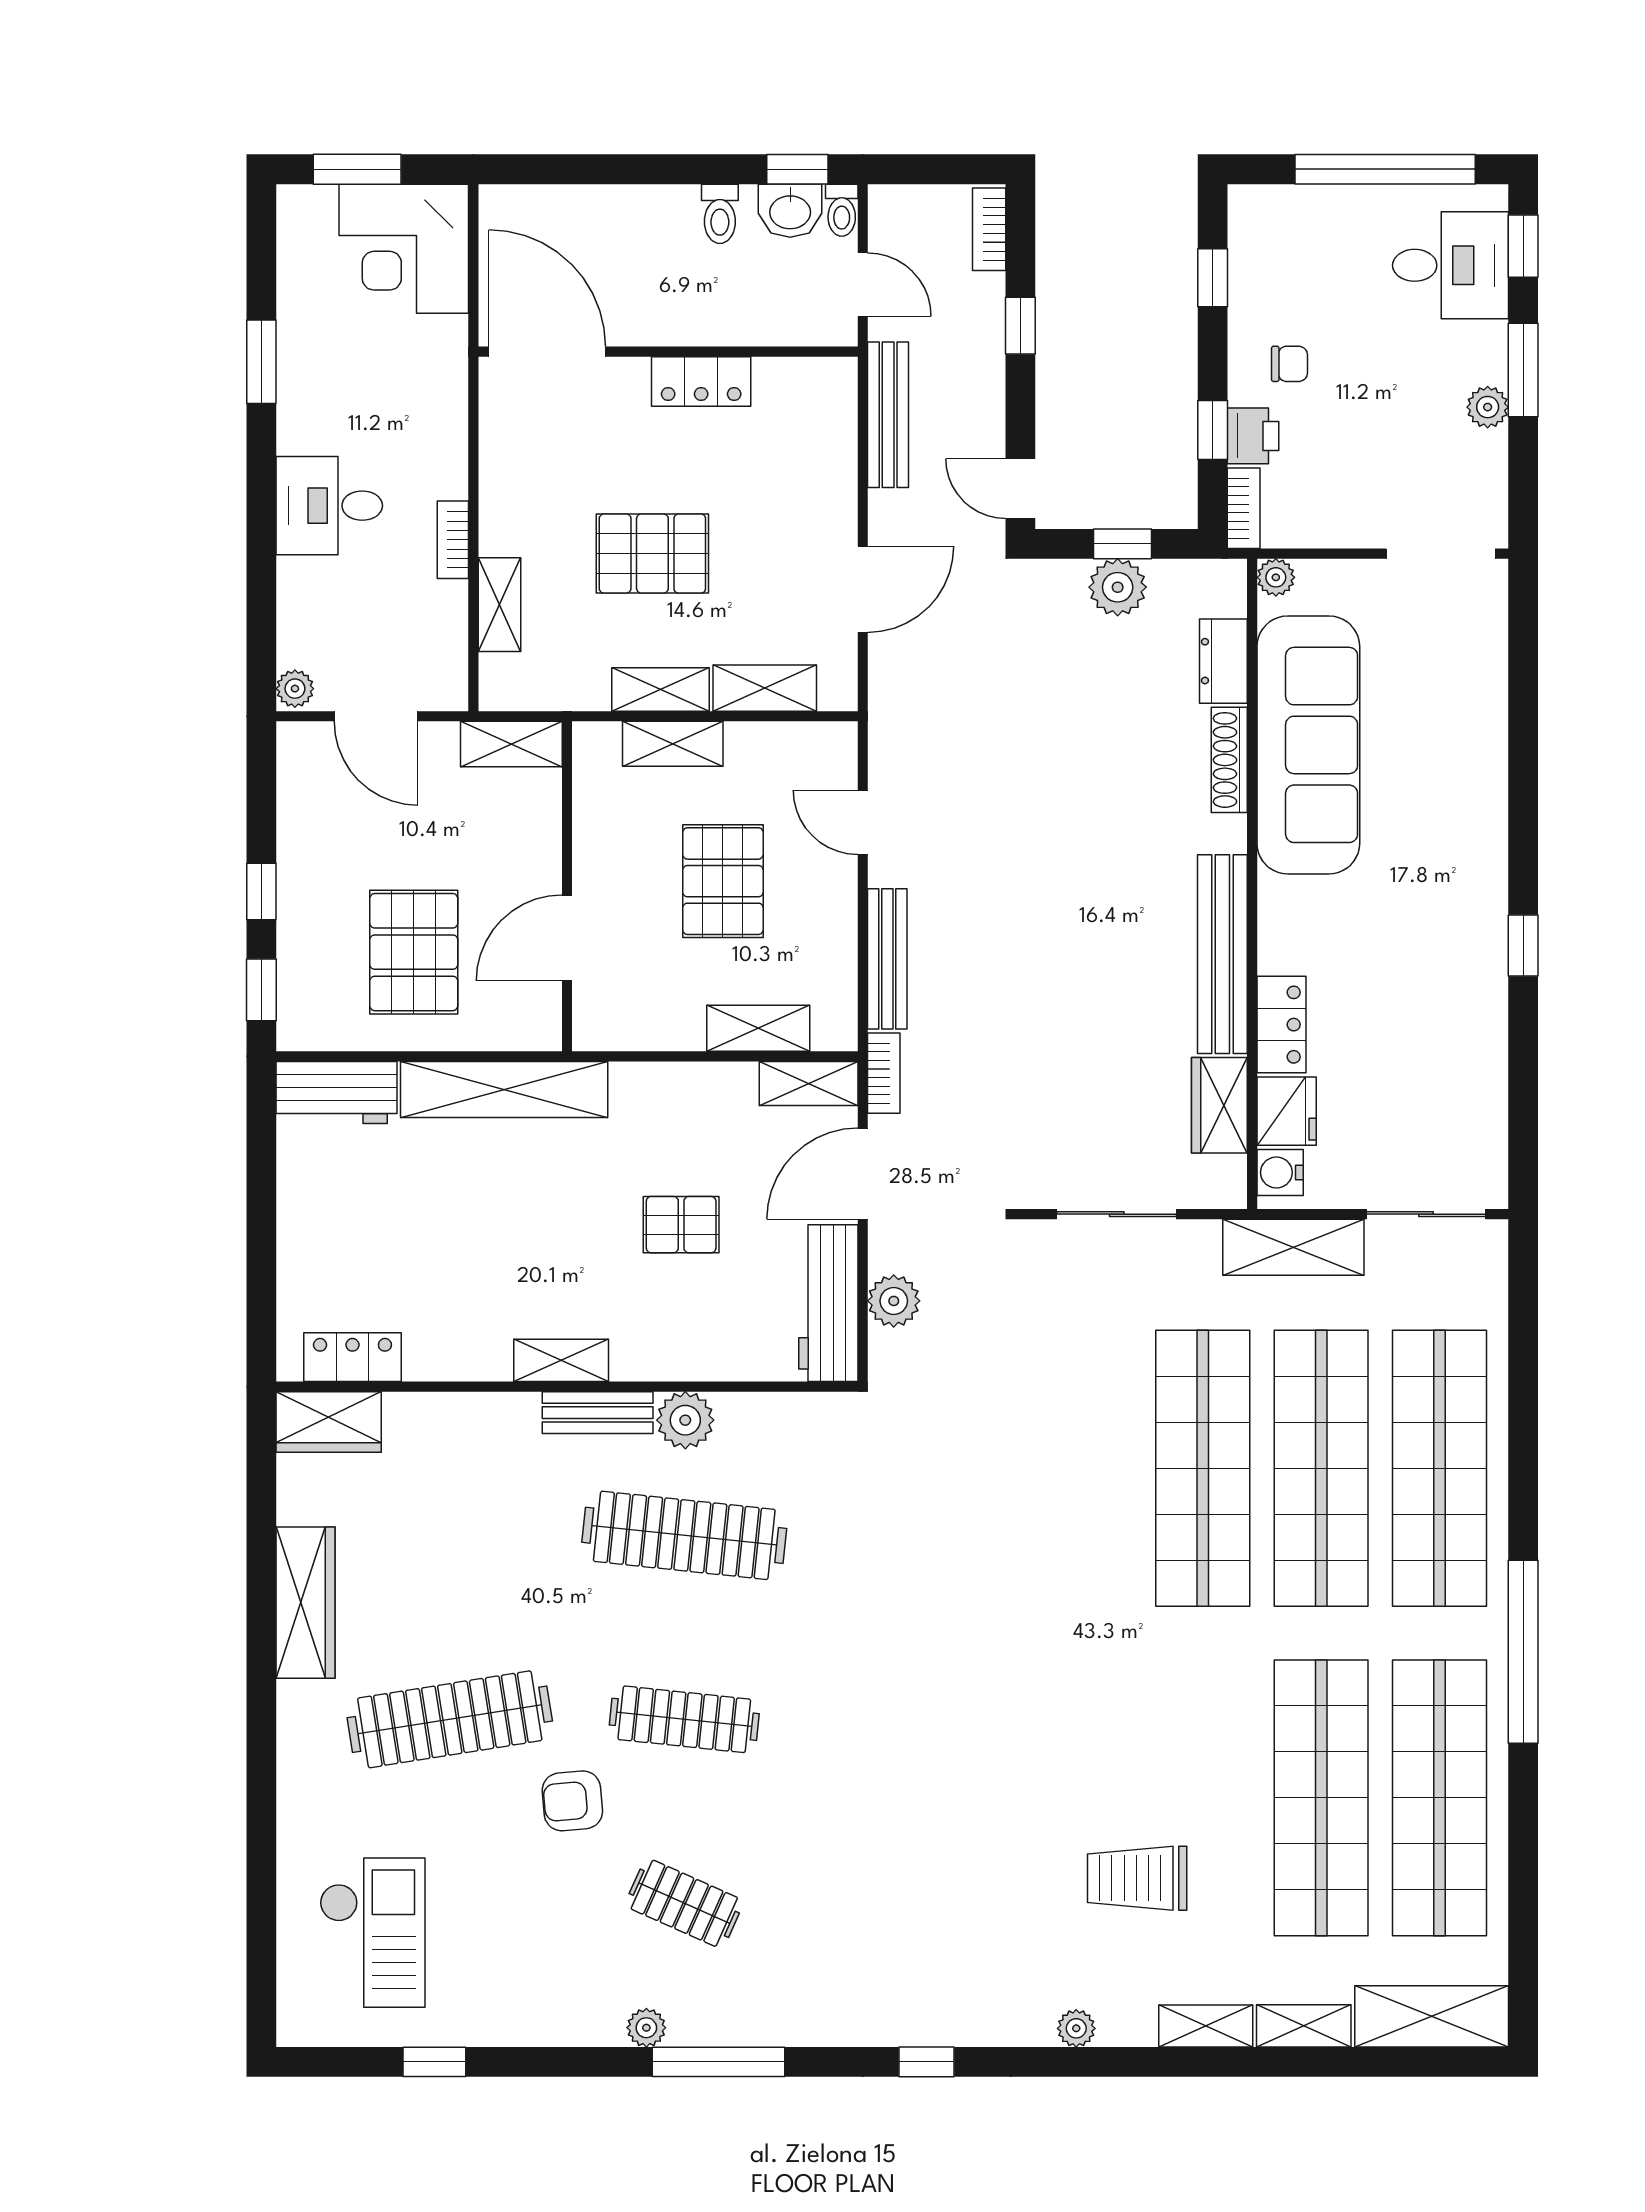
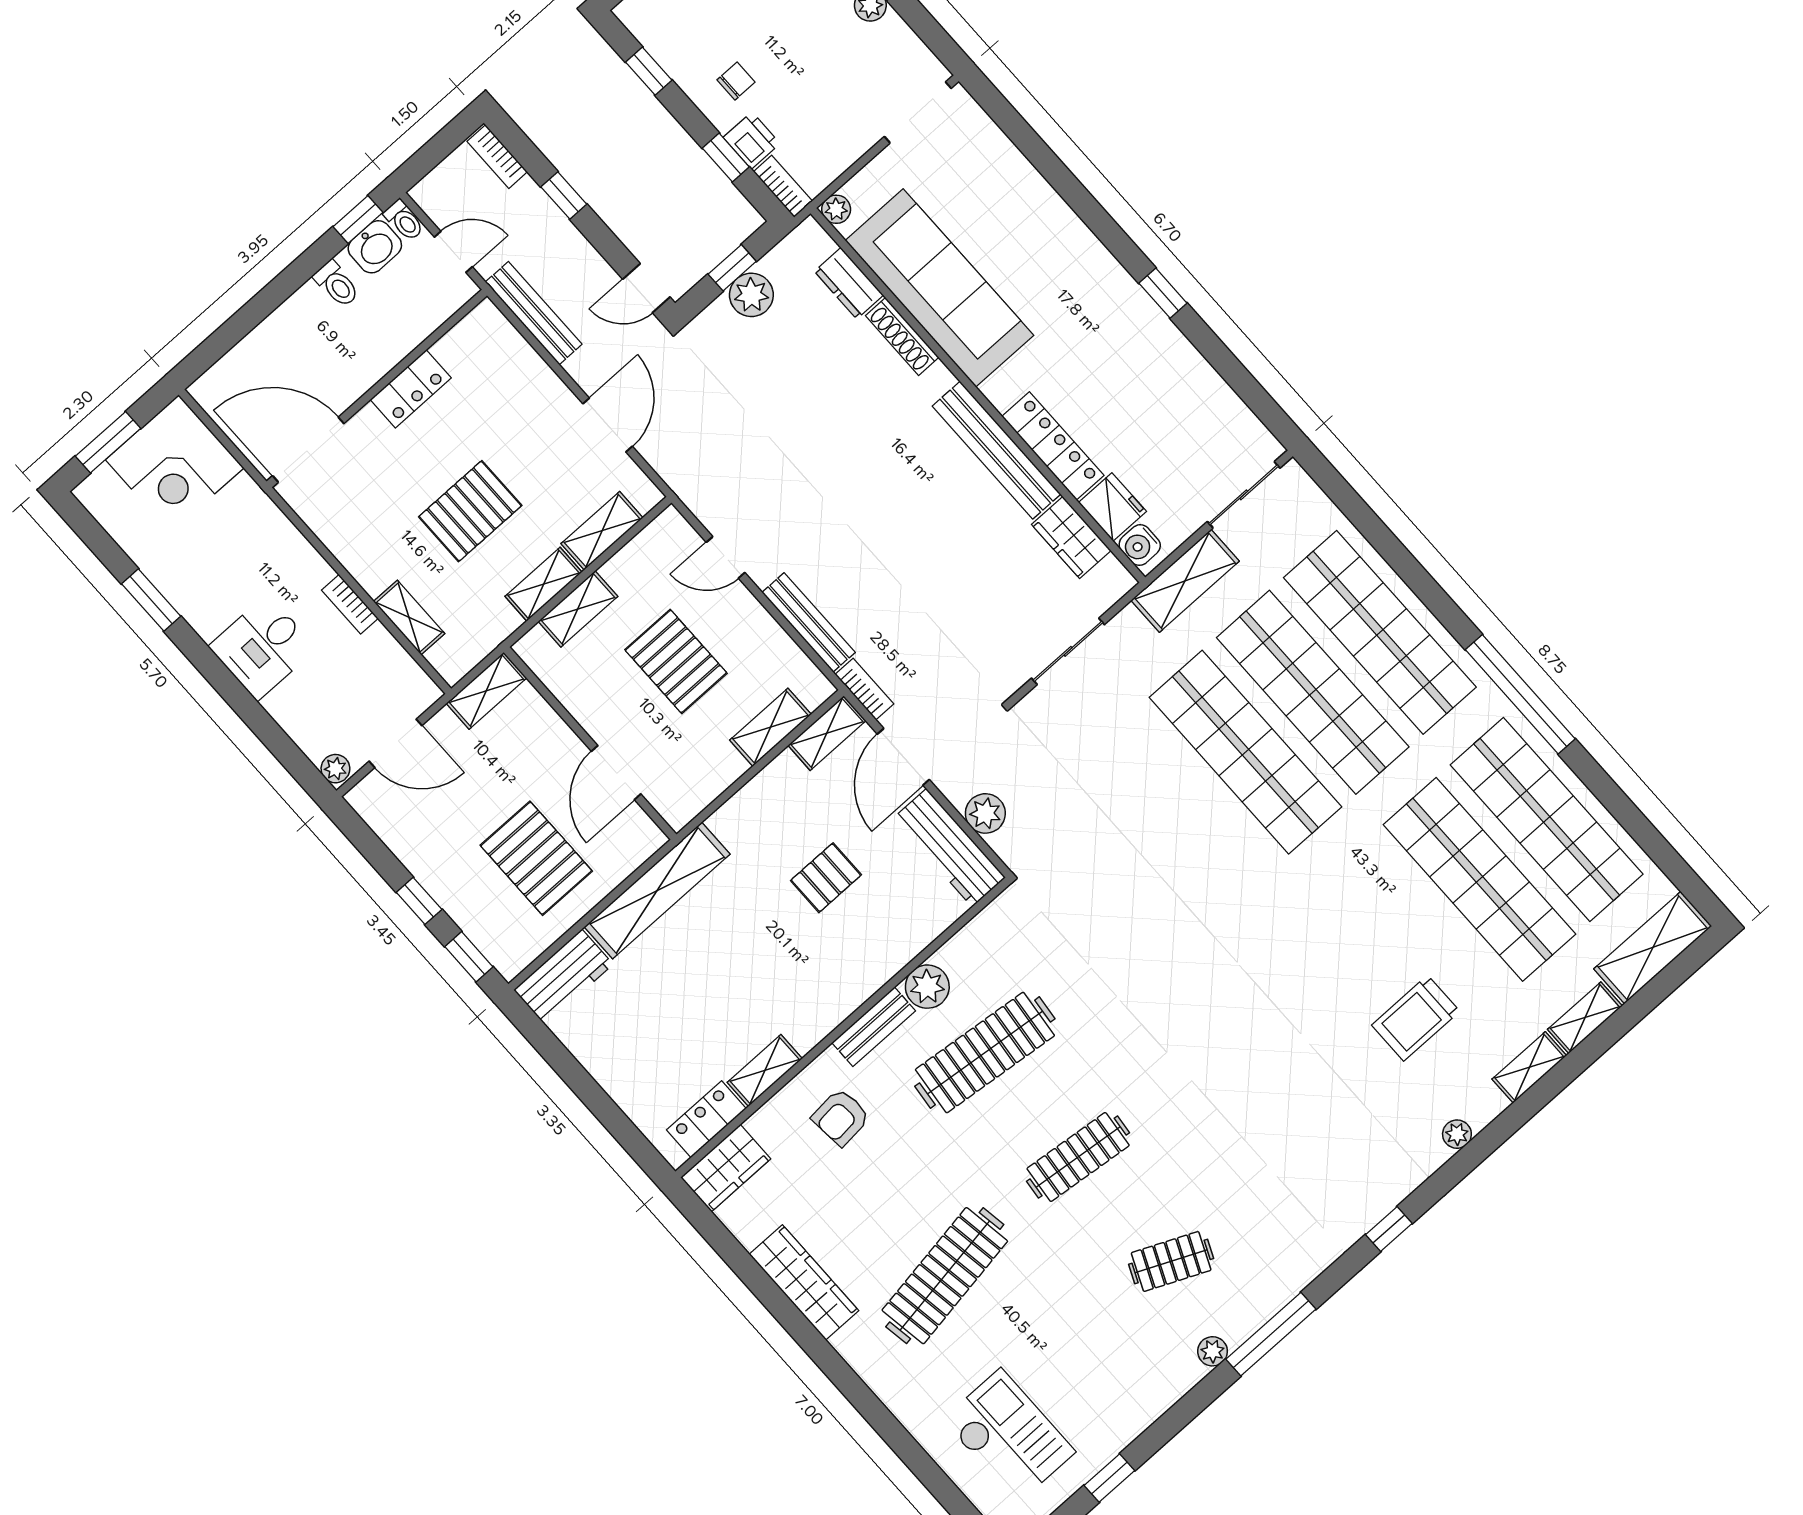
locker: (1281, 1025) -> (1053, 446), width x1.53
shelving: (561, 1360) -> (765, 1071), moved
armchair: (572, 1801) -> (841, 1117), moved

